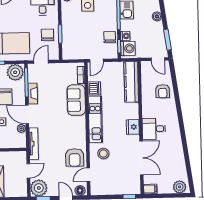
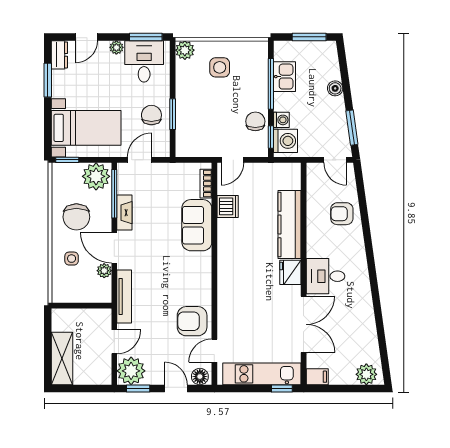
kitchen counter: (131, 82) -> (290, 225), moved
armchair: (163, 91) -> (342, 214), turned 90
kitchen unit: (95, 119) -> (262, 374), moved, turned -90
stool: (103, 154) -> (240, 316), removed
armchair: (75, 157) -> (192, 321), turned 90

